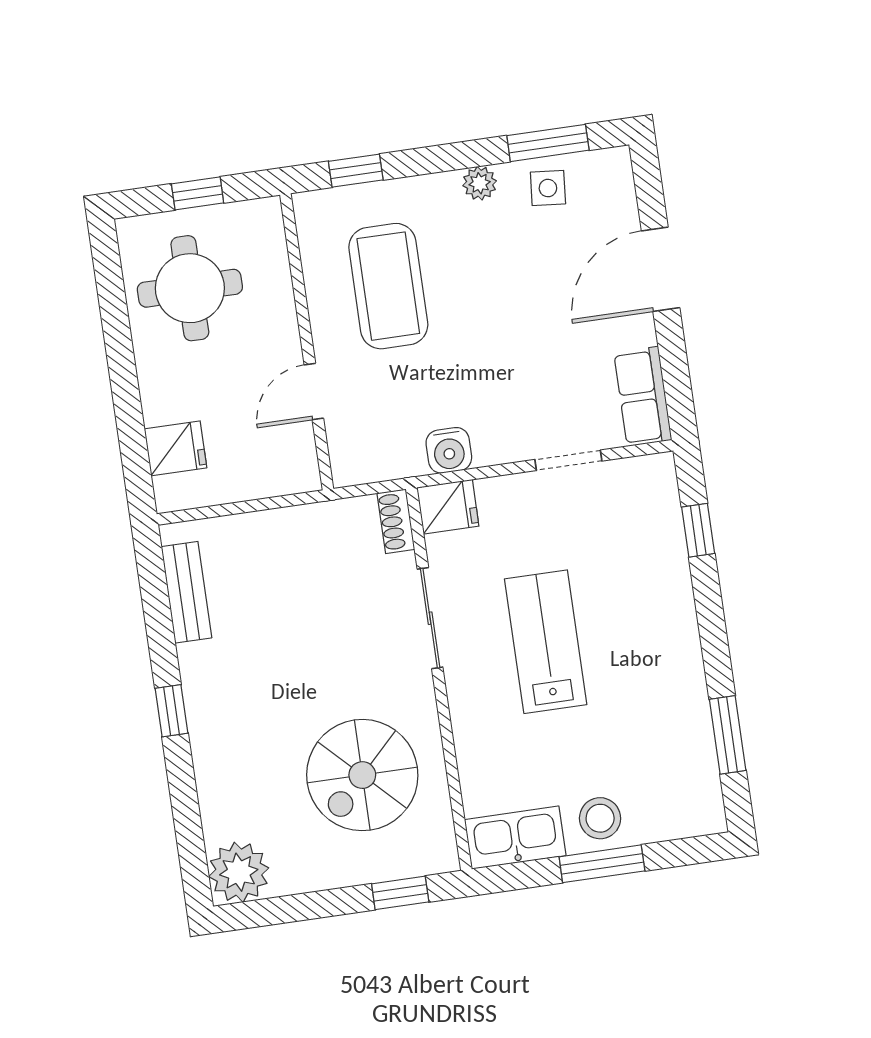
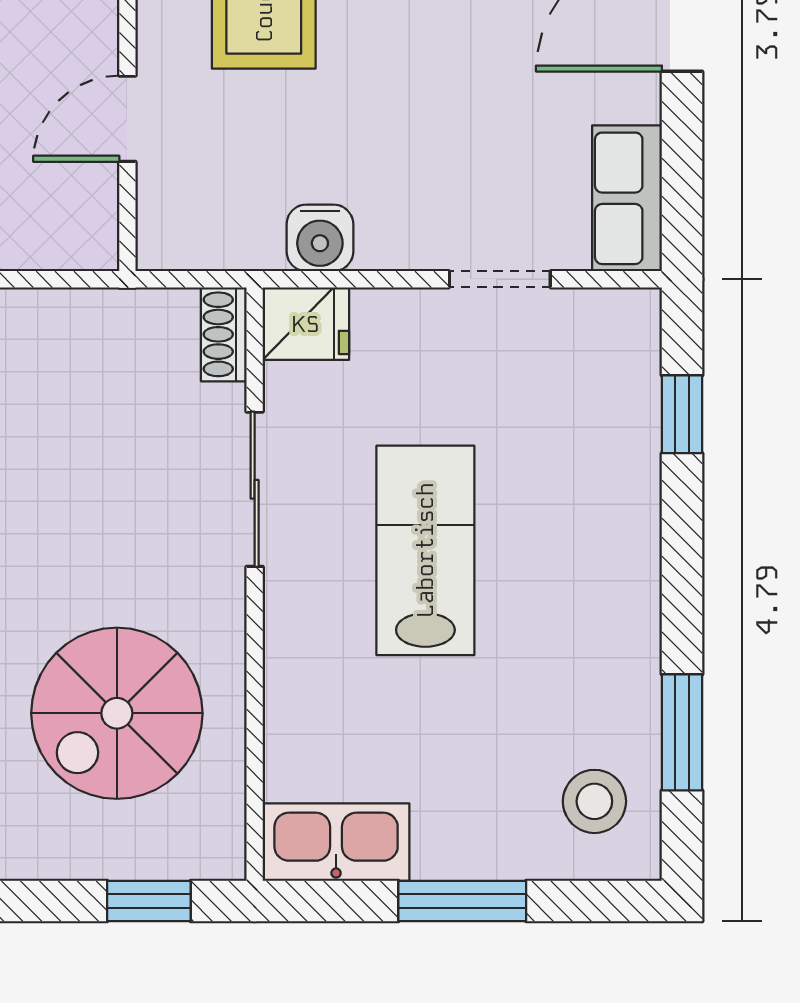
stool: (600, 818) -> (594, 801), moved

